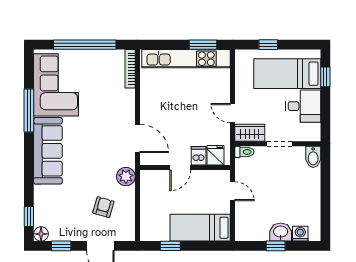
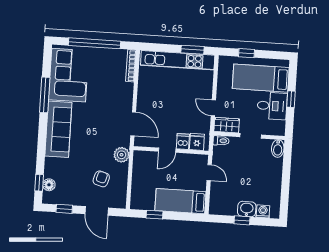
window: (325, 77) -> (291, 99), moved
floor lamp: (41, 234) -> (49, 185), moved

